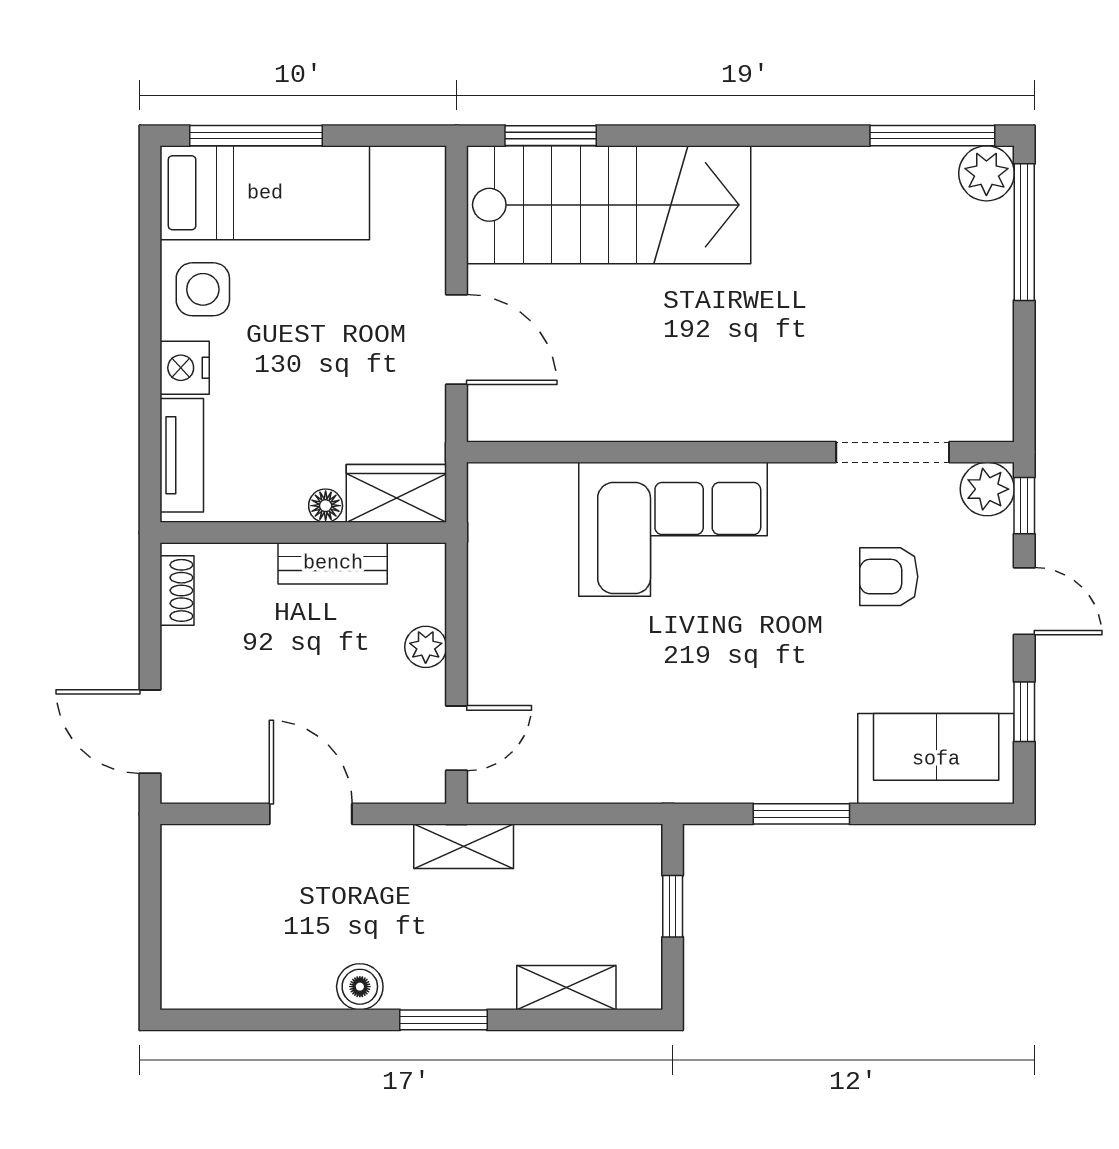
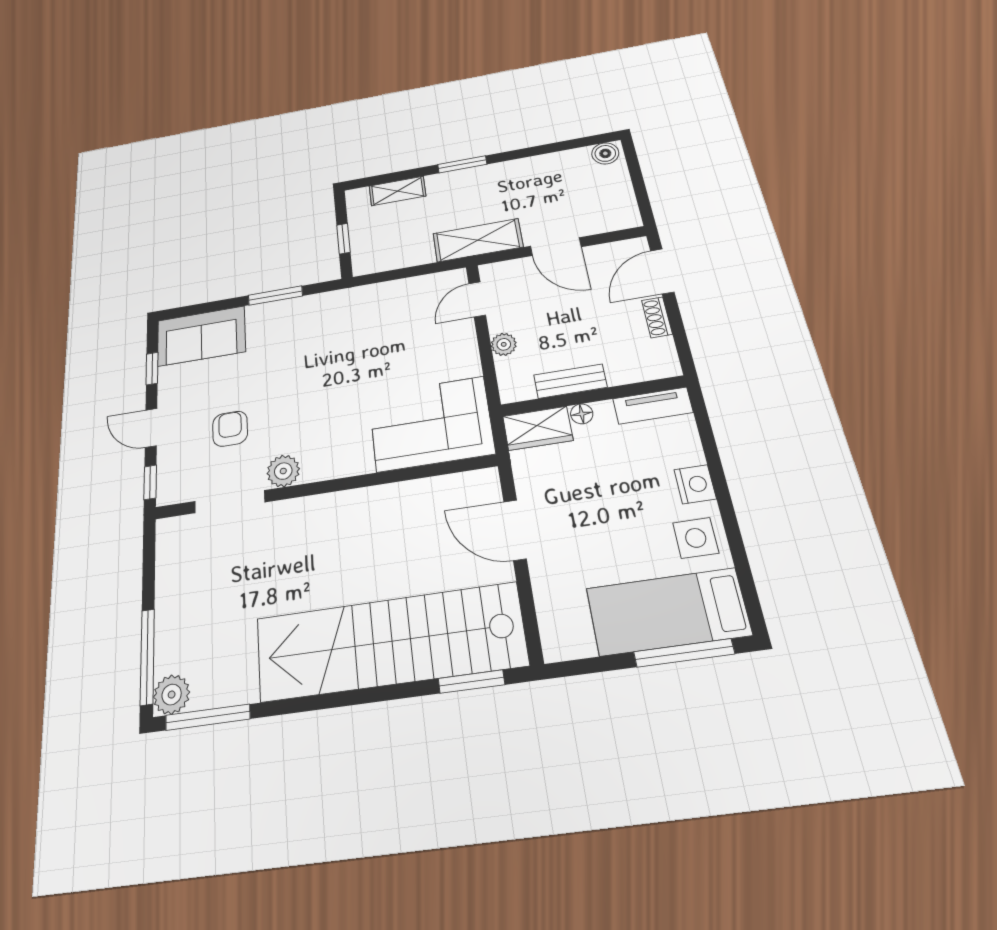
stairs: (609, 205) -> (389, 642), width x1.36
tv unit: (182, 455) -> (653, 406), moved, turned -90
plant: (987, 489) -> (283, 471), moved
corner sofa: (673, 529) -> (431, 424), moved
armchair: (889, 577) -> (230, 429), turned -90
shoe rack: (177, 590) -> (657, 317), moved
door: (150, 732) -> (662, 271), swing flipped
shelving: (464, 846) -> (478, 240), width x1.50, depth x1.33
boiler: (360, 987) -> (605, 153), moved

